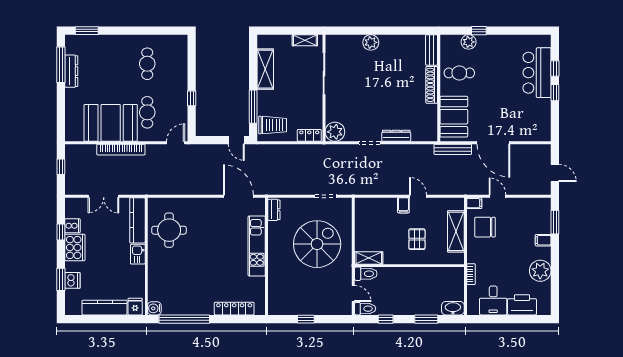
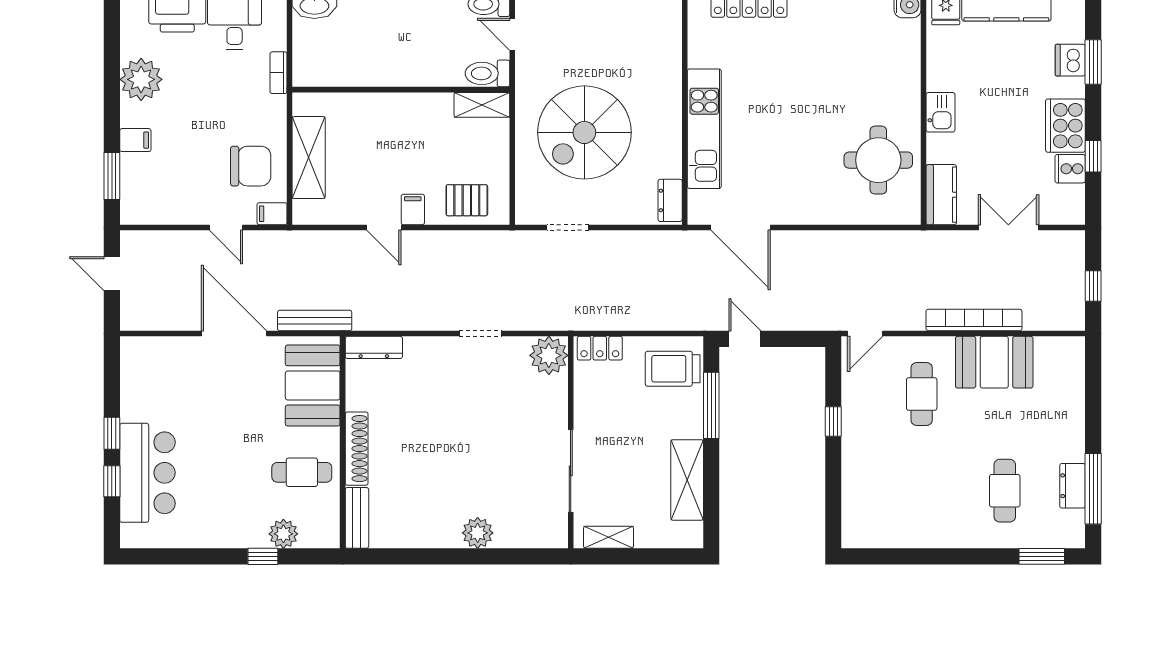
cafe table: (147, 64) -> (1005, 491), moved
dresser: (71, 71) -> (1073, 486), width x0.70
booth: (111, 123) -> (994, 362), width x0.73, depth x0.70
dresser: (396, 136) -> (374, 347), moved
kitchen counter: (137, 220) -> (941, 195), width x0.67
pallet: (417, 239) -> (467, 200), moved, turned 90

